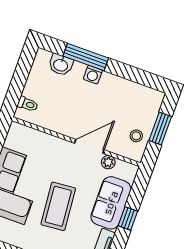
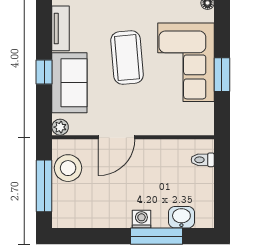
window: (160, 129) -> (44, 186), width x1.44
stool: (136, 136) -> (68, 168), width x1.89, depth x1.89
plant: (108, 162) -> (60, 127), moved

